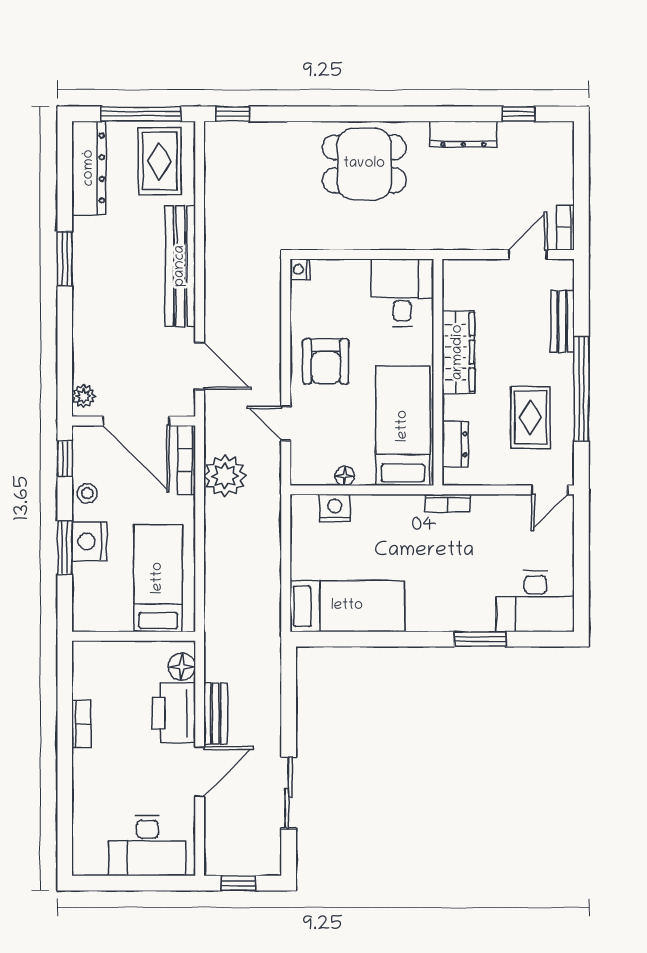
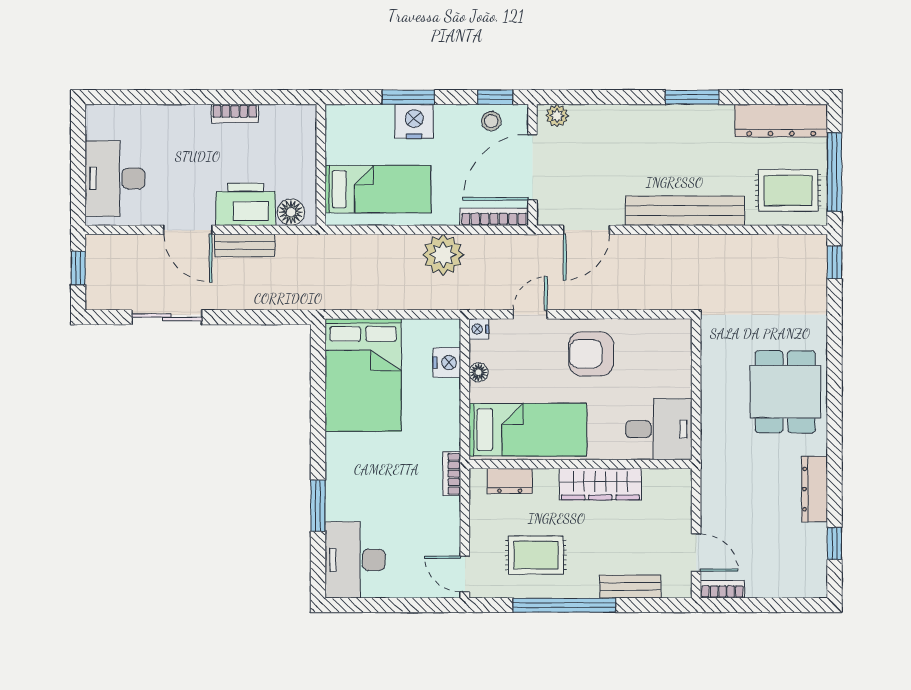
nightstand: (300, 269) -> (479, 329), moved, turned -90
plant: (225, 476) -> (443, 255), moved
stool: (87, 493) -> (491, 121), moved
bed: (347, 606) -> (363, 375), width x1.50

